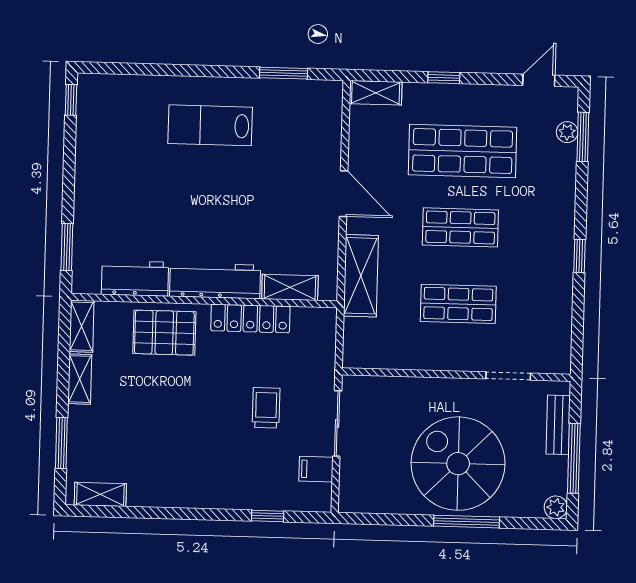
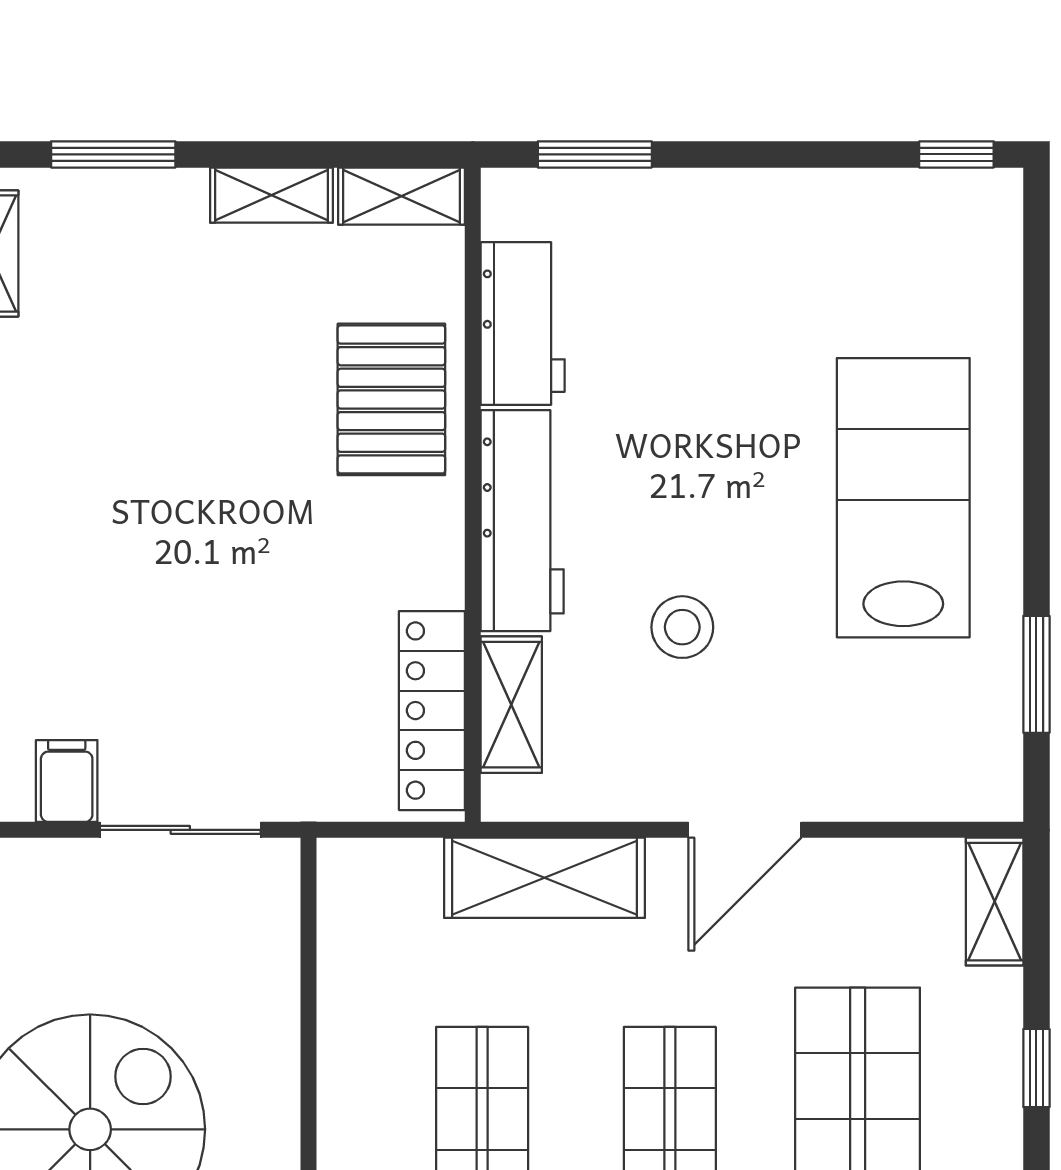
lab bench: (210, 125) -> (903, 498), width x1.36, depth x1.39
stool: (260, 217) -> (682, 627), added
locker: (250, 319) -> (432, 711), moved
trolley: (266, 408) -> (214, 654), removed

